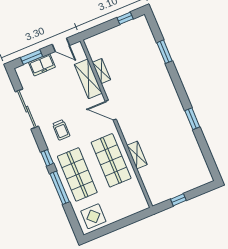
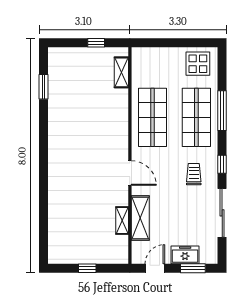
window: (125, 18) -> (87, 268), moved
door: (61, 45) -> (155, 268), hinge flipped
window: (164, 52) -> (43, 213), removed
window: (192, 119) -> (43, 87), moved
shelving: (137, 155) -> (121, 72), moved
window: (47, 158) -> (222, 164), moved

